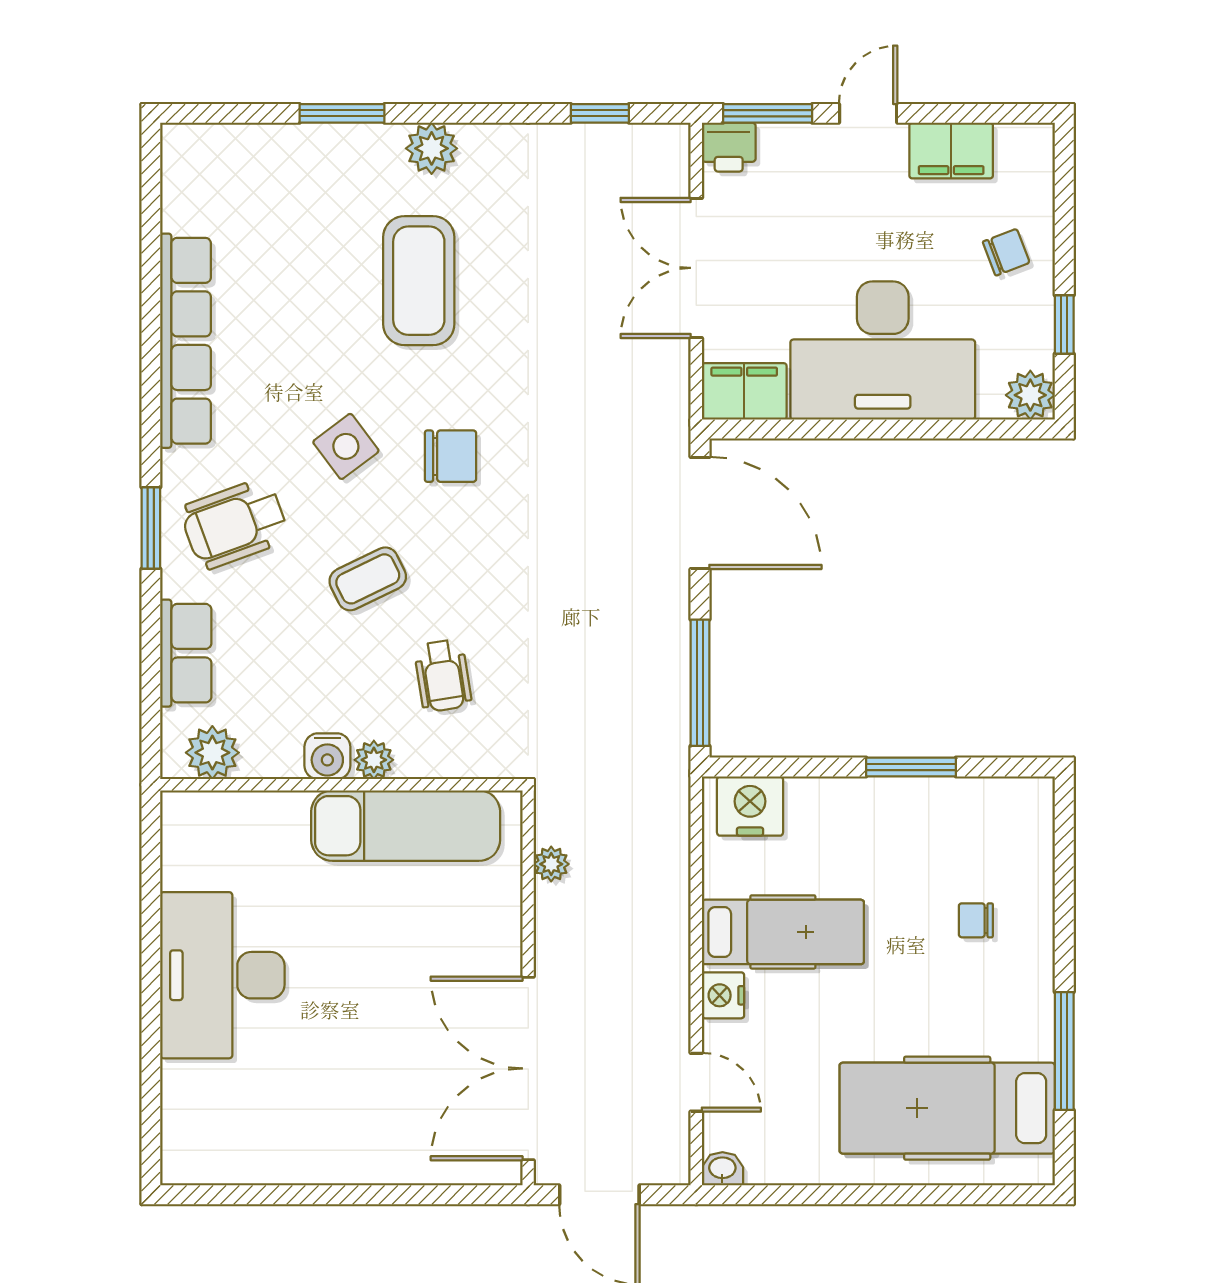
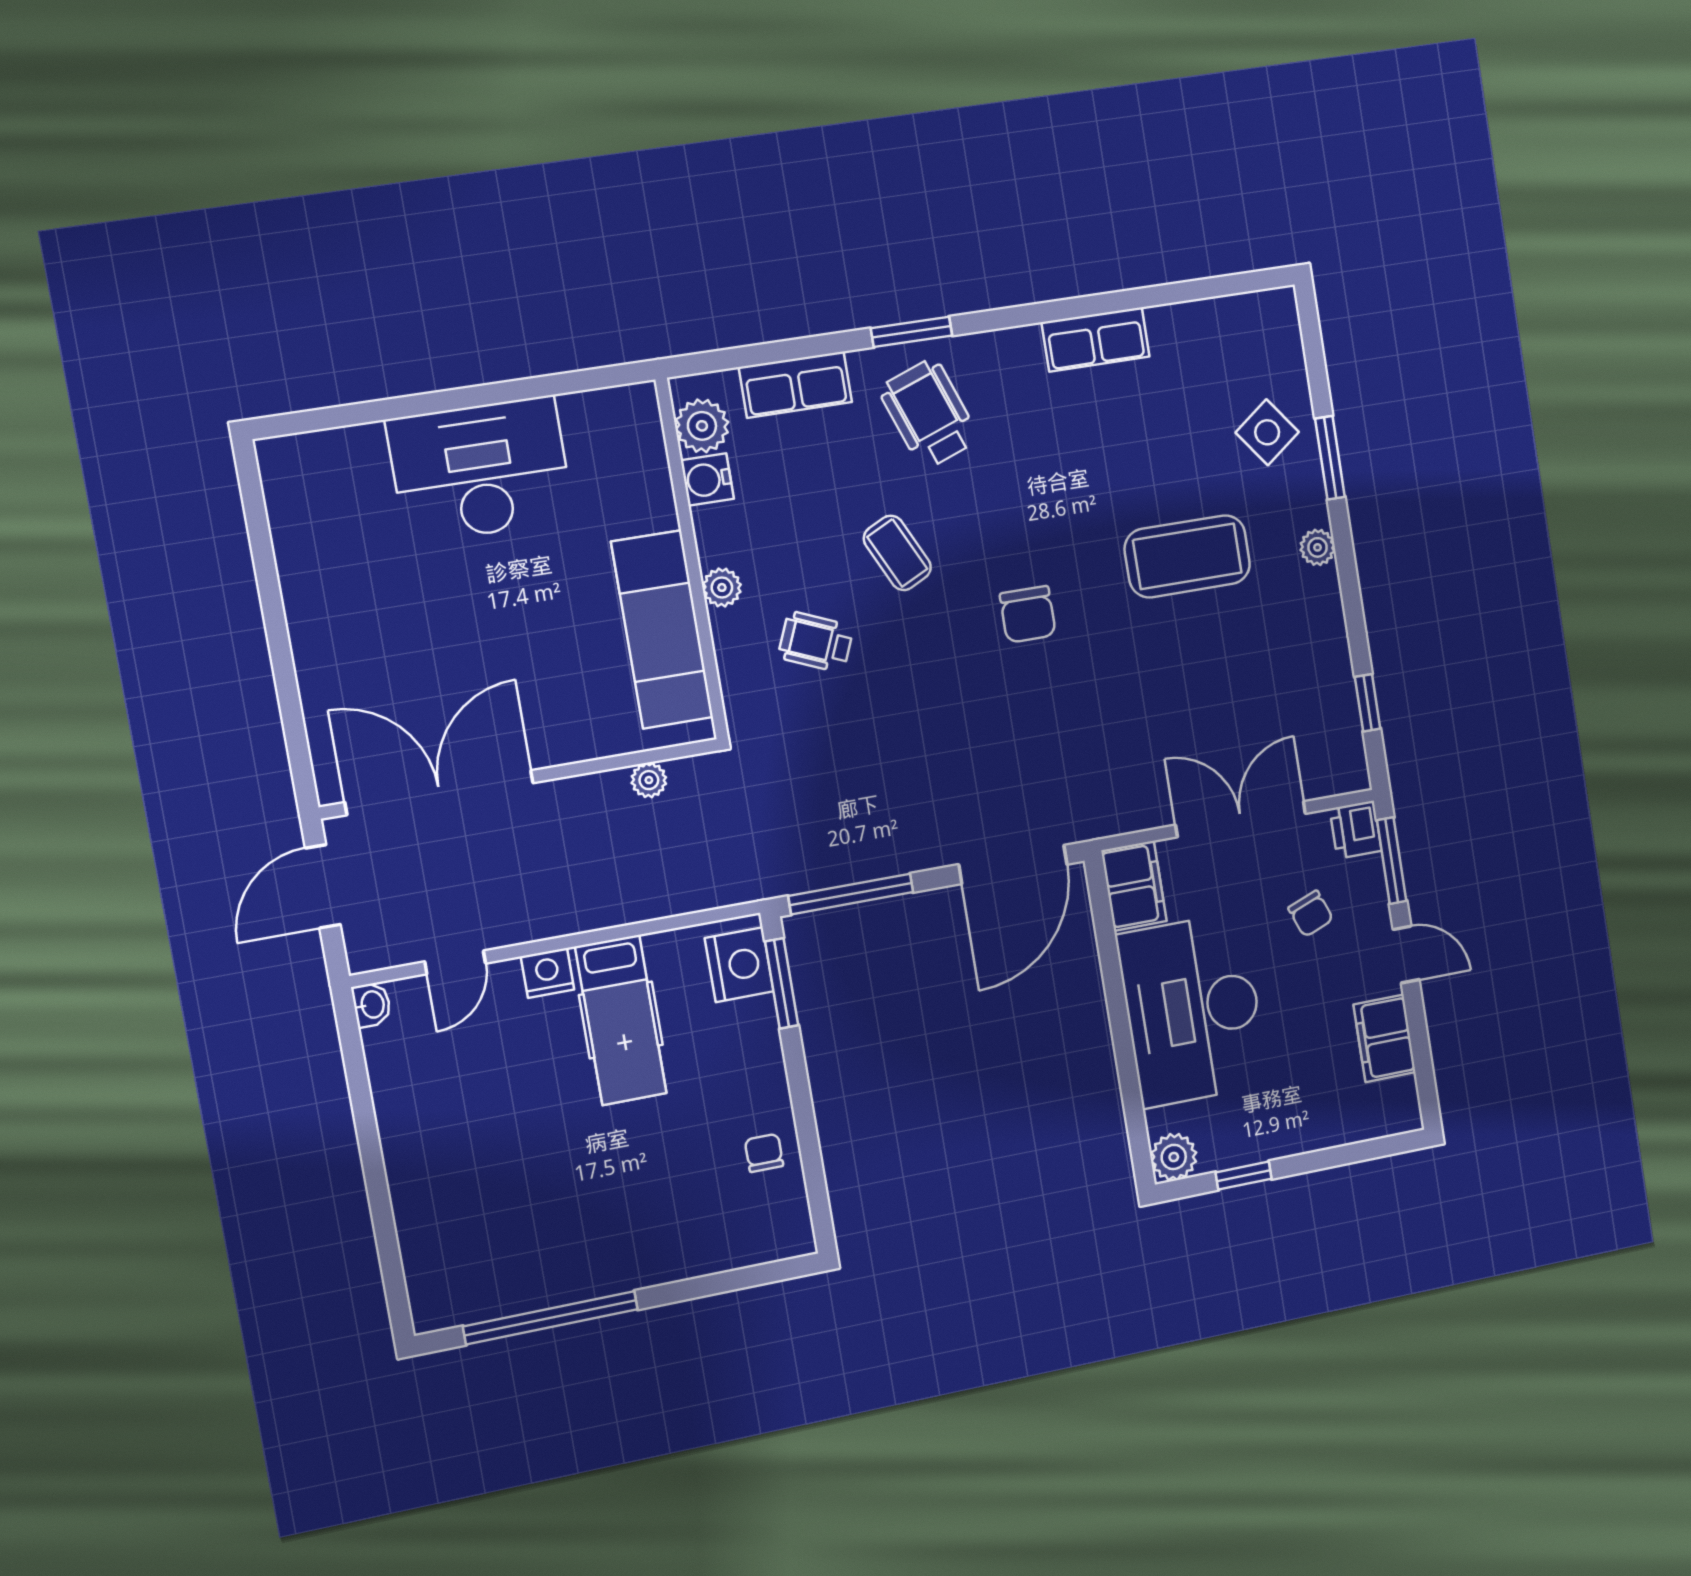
plant: (432, 148) -> (1318, 547), width x0.73, depth x0.73
chair: (1006, 252) -> (1311, 914), moved
row of seats: (186, 341) -> (1096, 339), width x0.50
side table: (346, 446) -> (1267, 432), moved
wheelchair: (443, 676) -> (816, 642), turned 32
water cooler: (327, 756) -> (707, 480), moved
window: (911, 767) -> (782, 983), moved
chair: (976, 920) -> (764, 1153), moved
window: (1064, 1051) -> (551, 1318), width x1.46
hospital bed: (947, 1108) -> (473, 1215), removed

